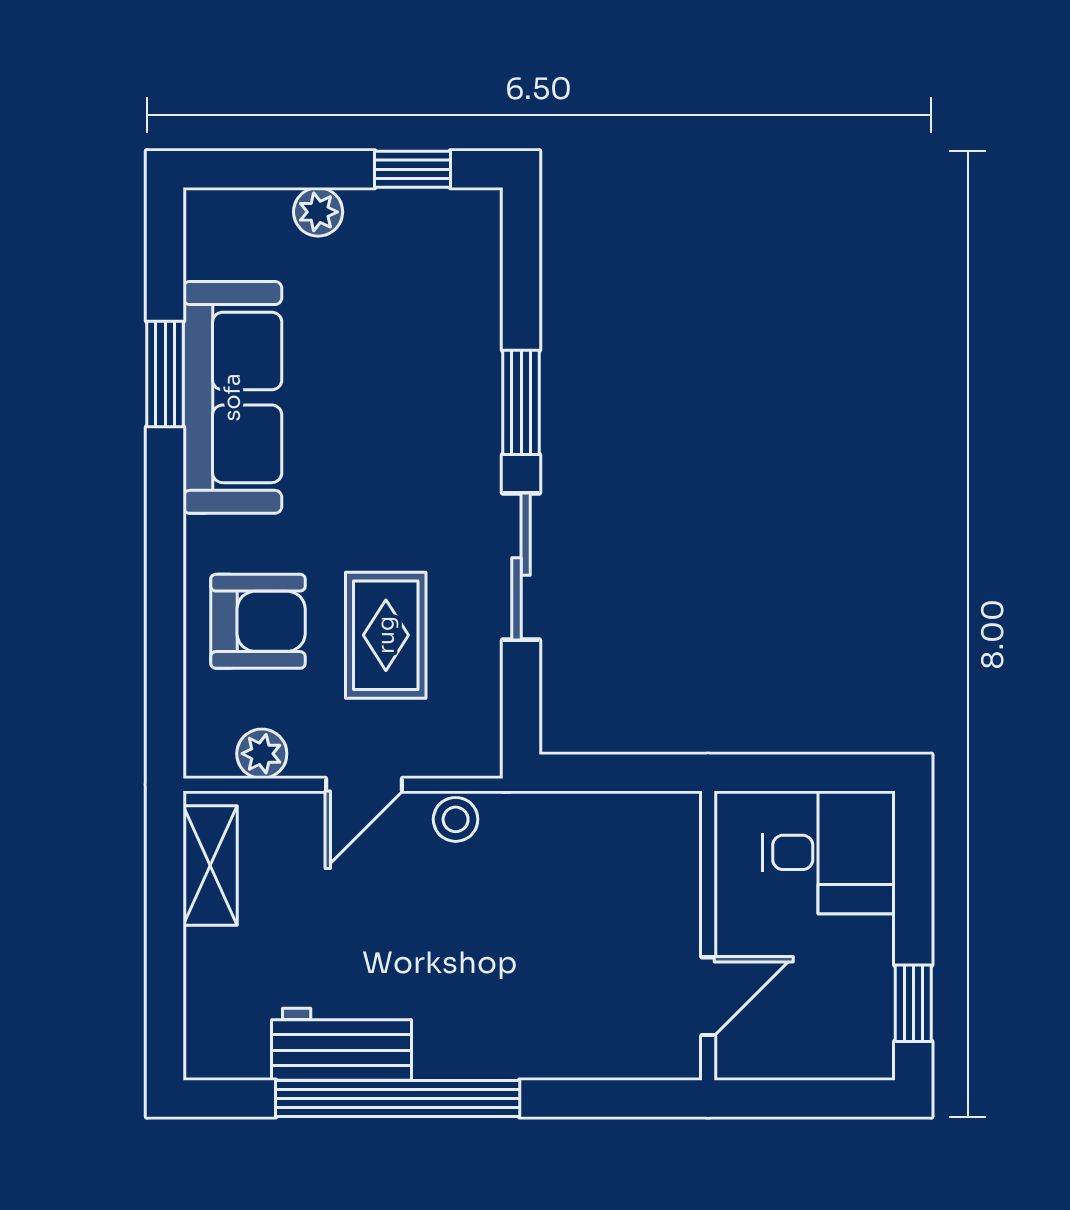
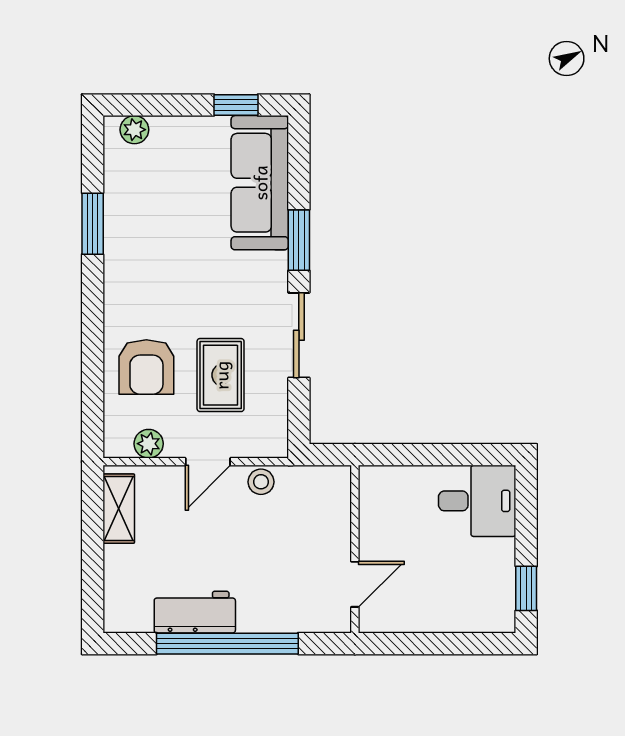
plant: (318, 212) -> (134, 130), moved
sofa: (232, 397) -> (260, 183), moved, turned 180
armchair: (258, 621) -> (146, 367), turned 90
wall: (708, 936) -> (355, 549), moved
door: (708, 996) -> (355, 584), moved

